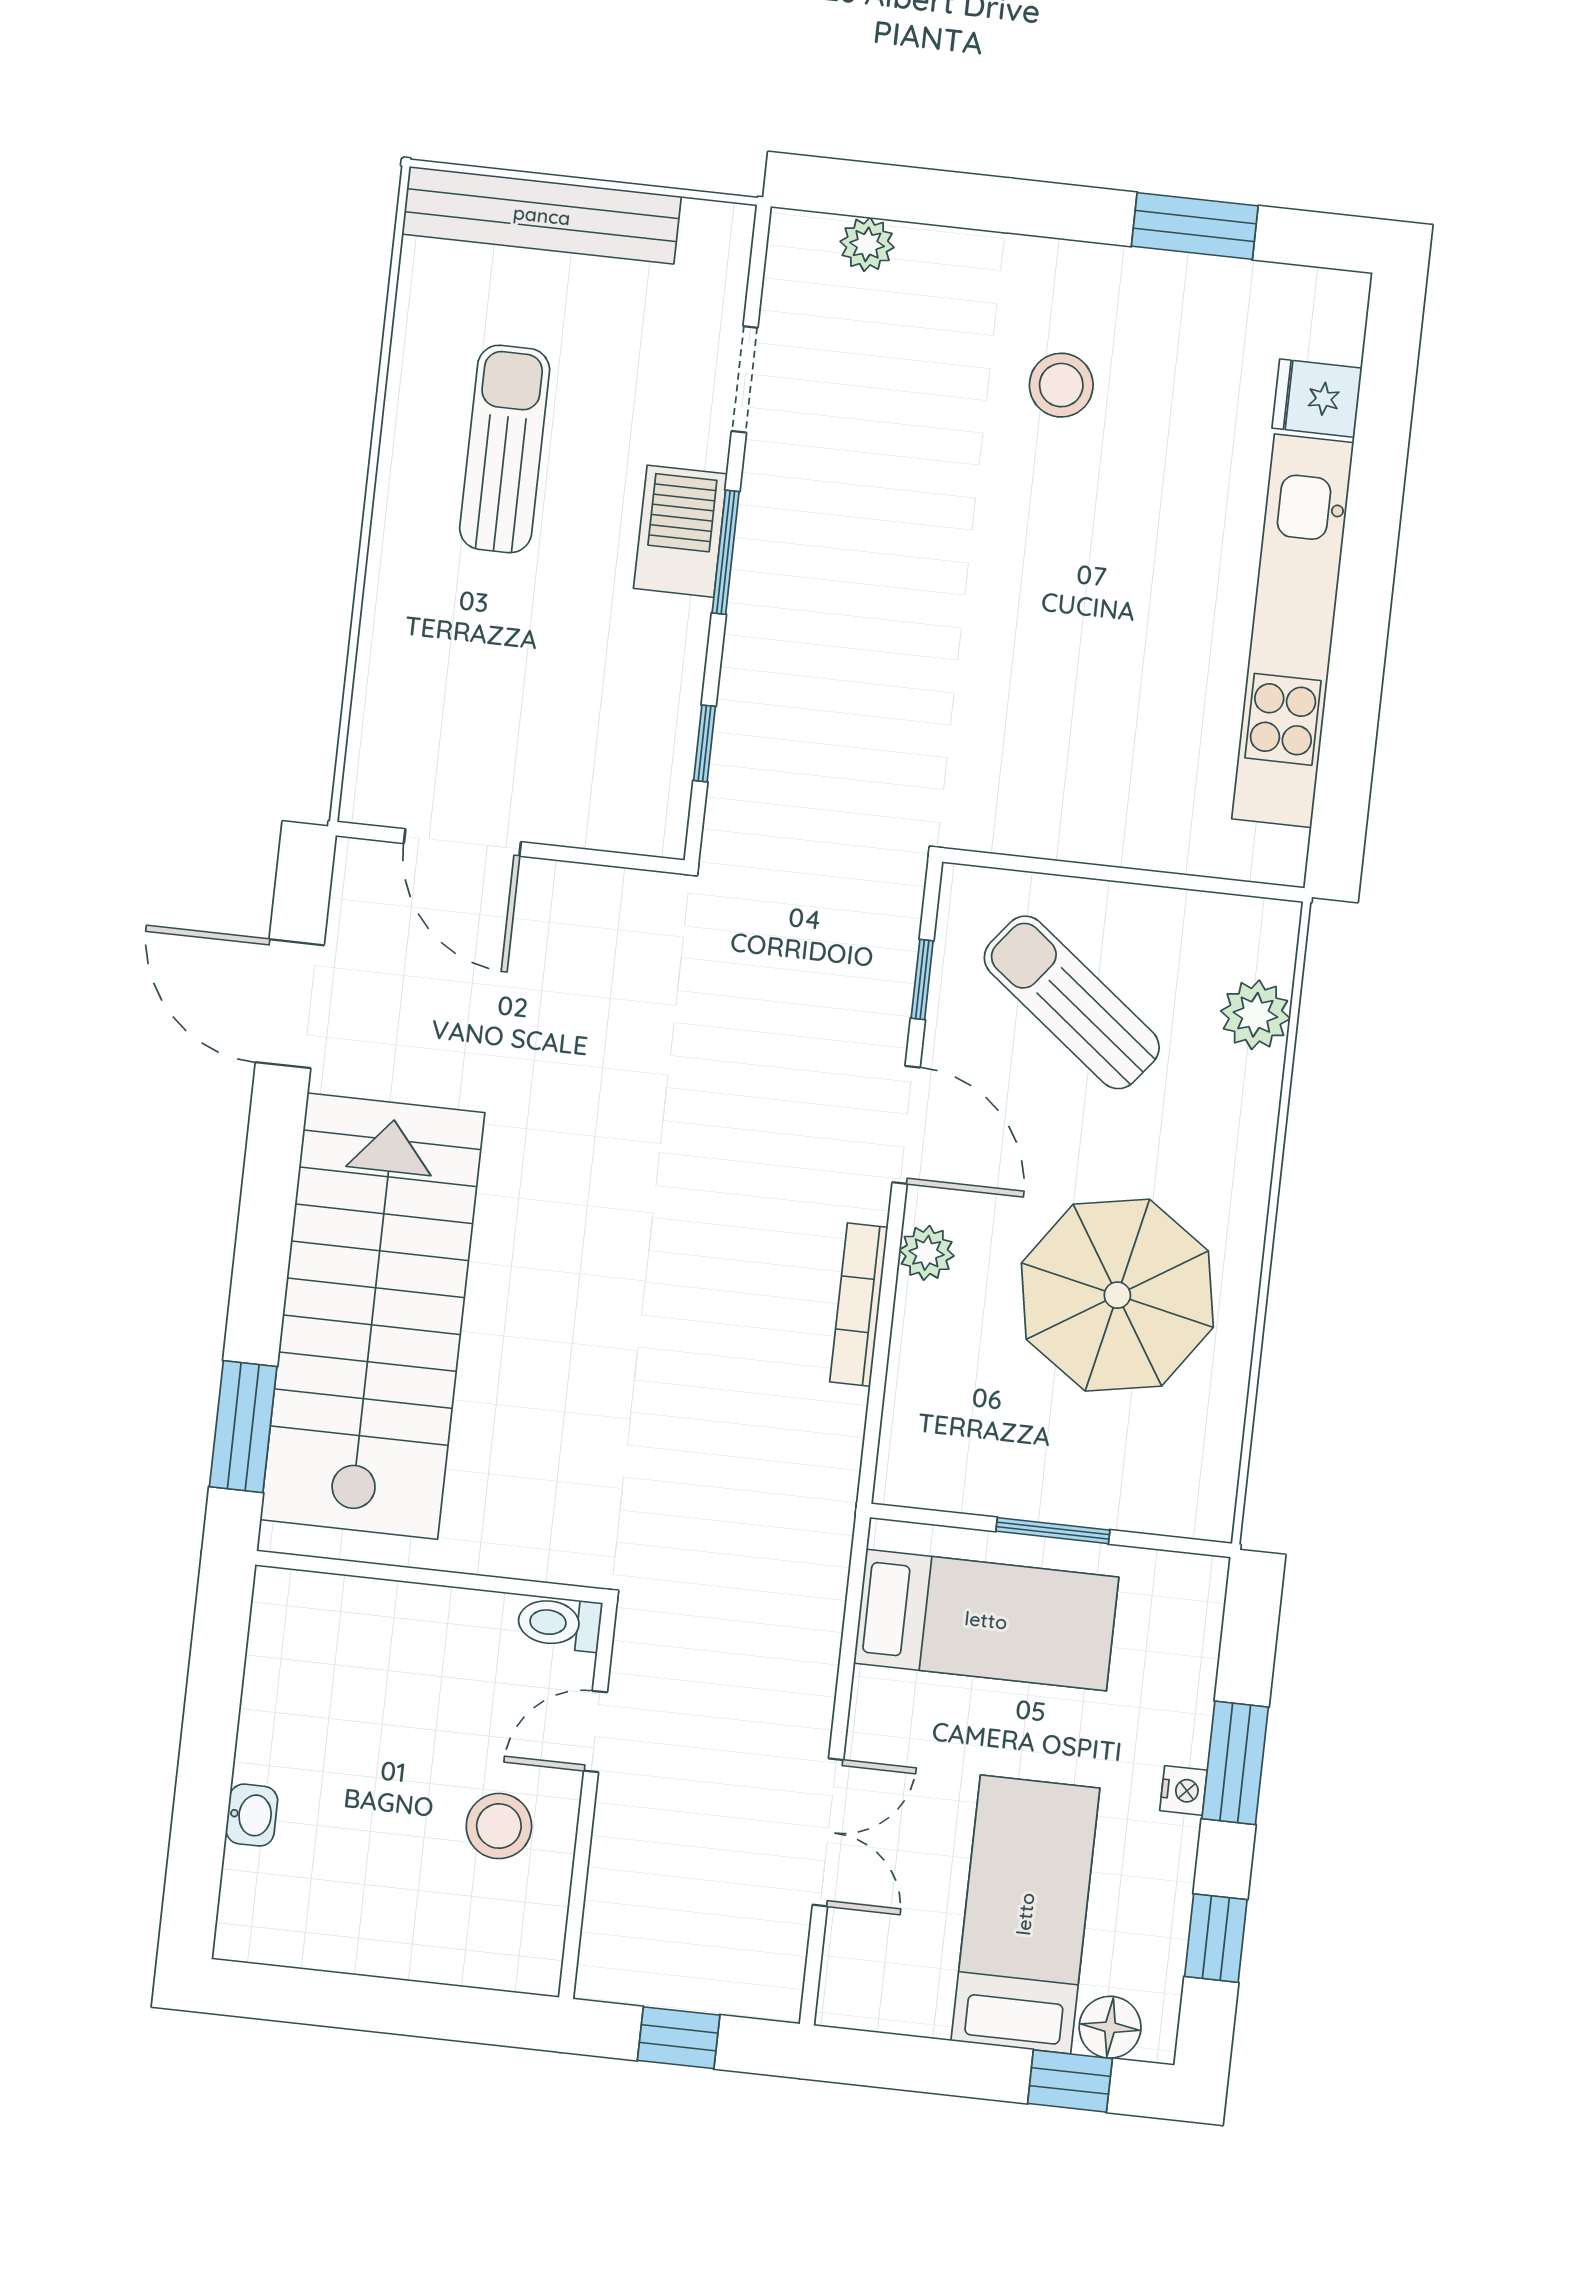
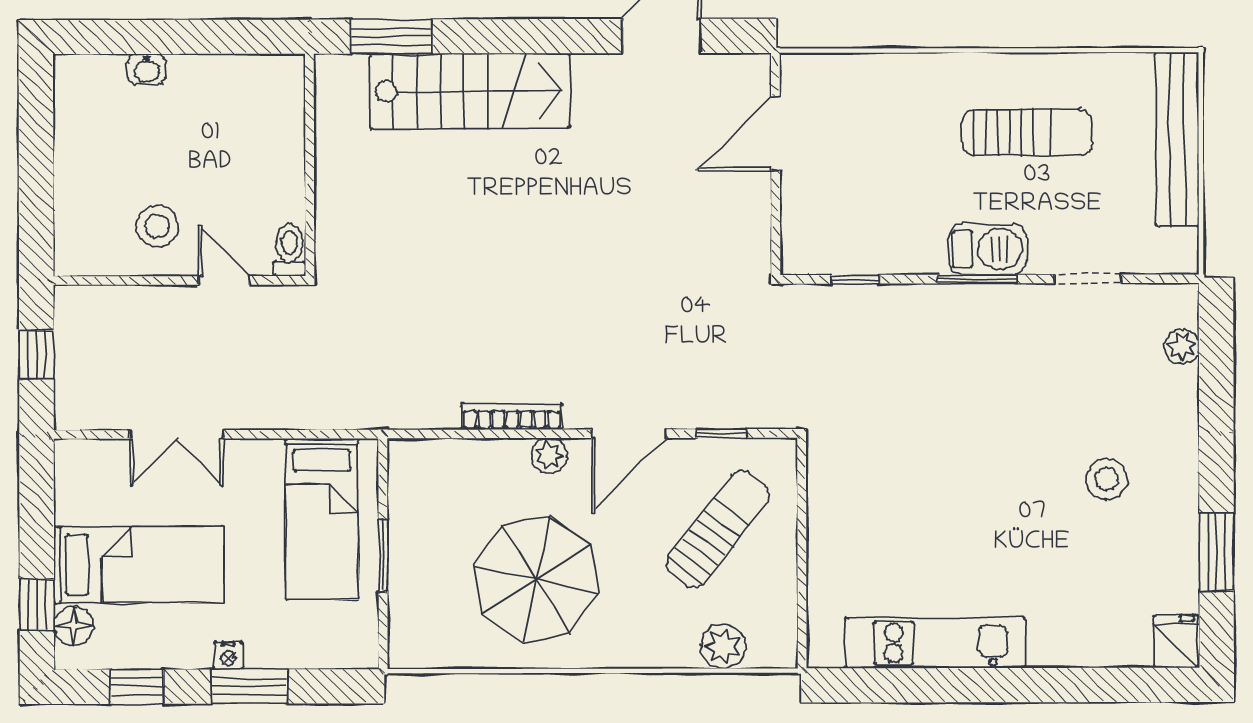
fridge: (1317, 398) -> (1176, 641), moved
kitchen unit: (1293, 631) -> (935, 643), width x0.73
stairs: (372, 1316) -> (470, 91), width x0.73, depth x0.66

